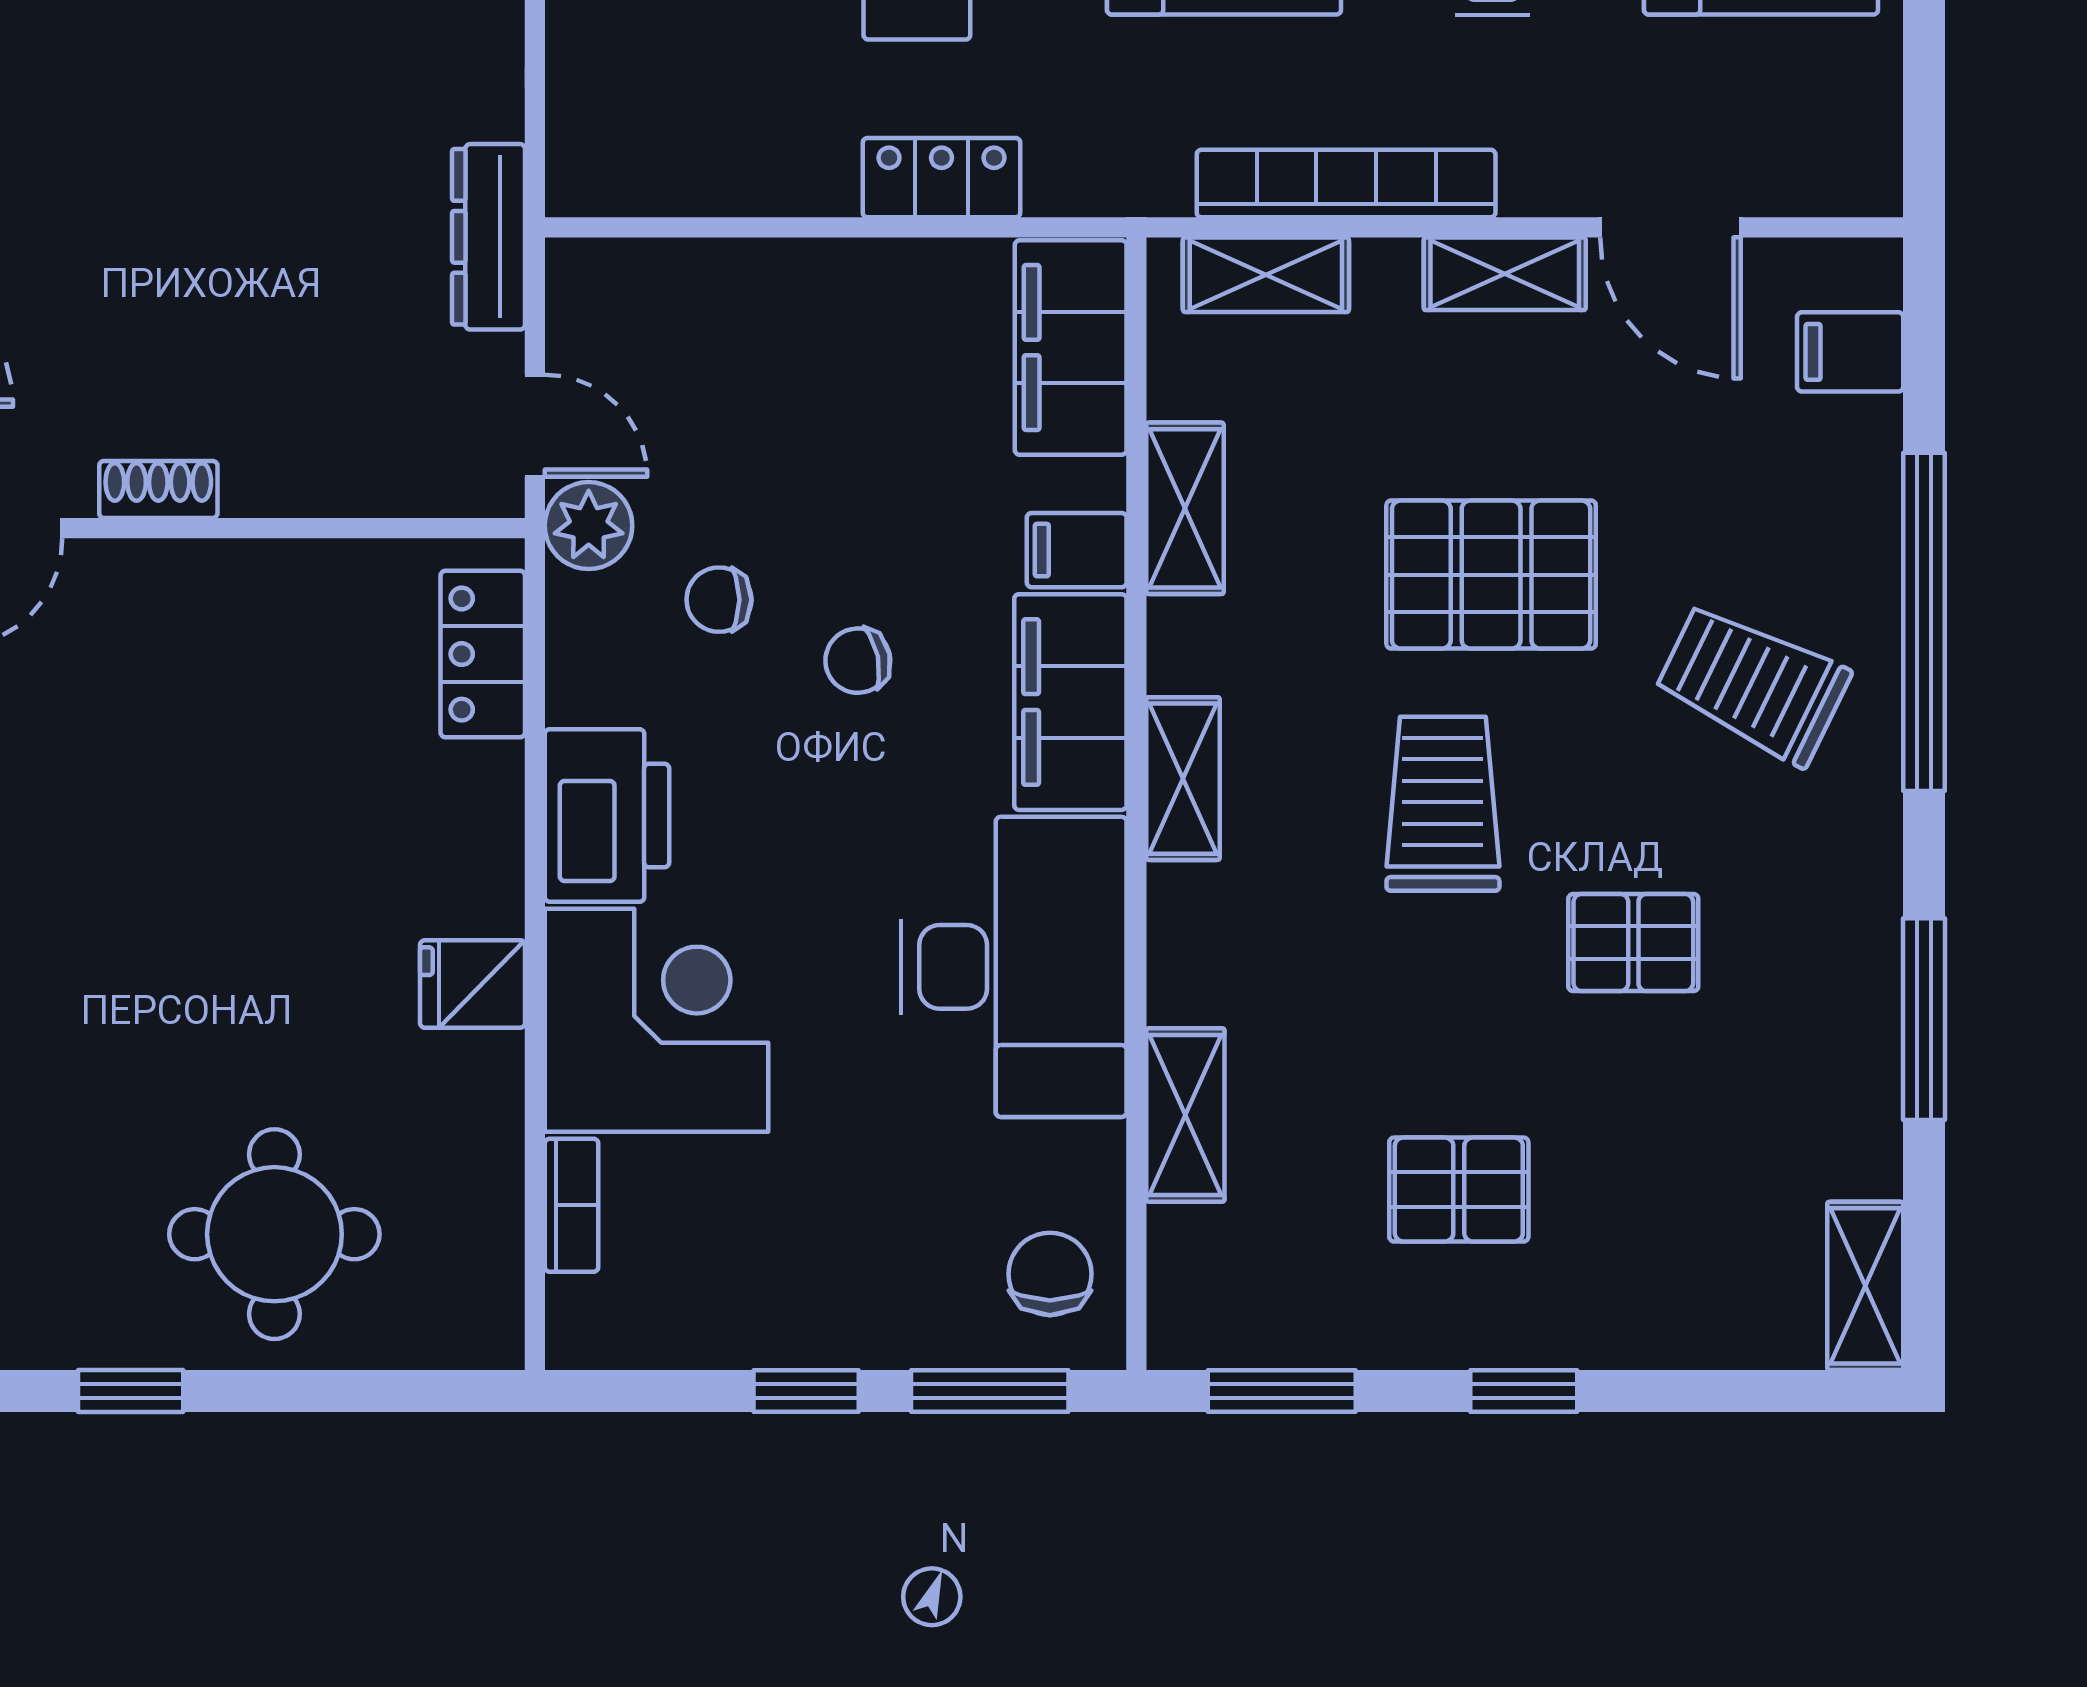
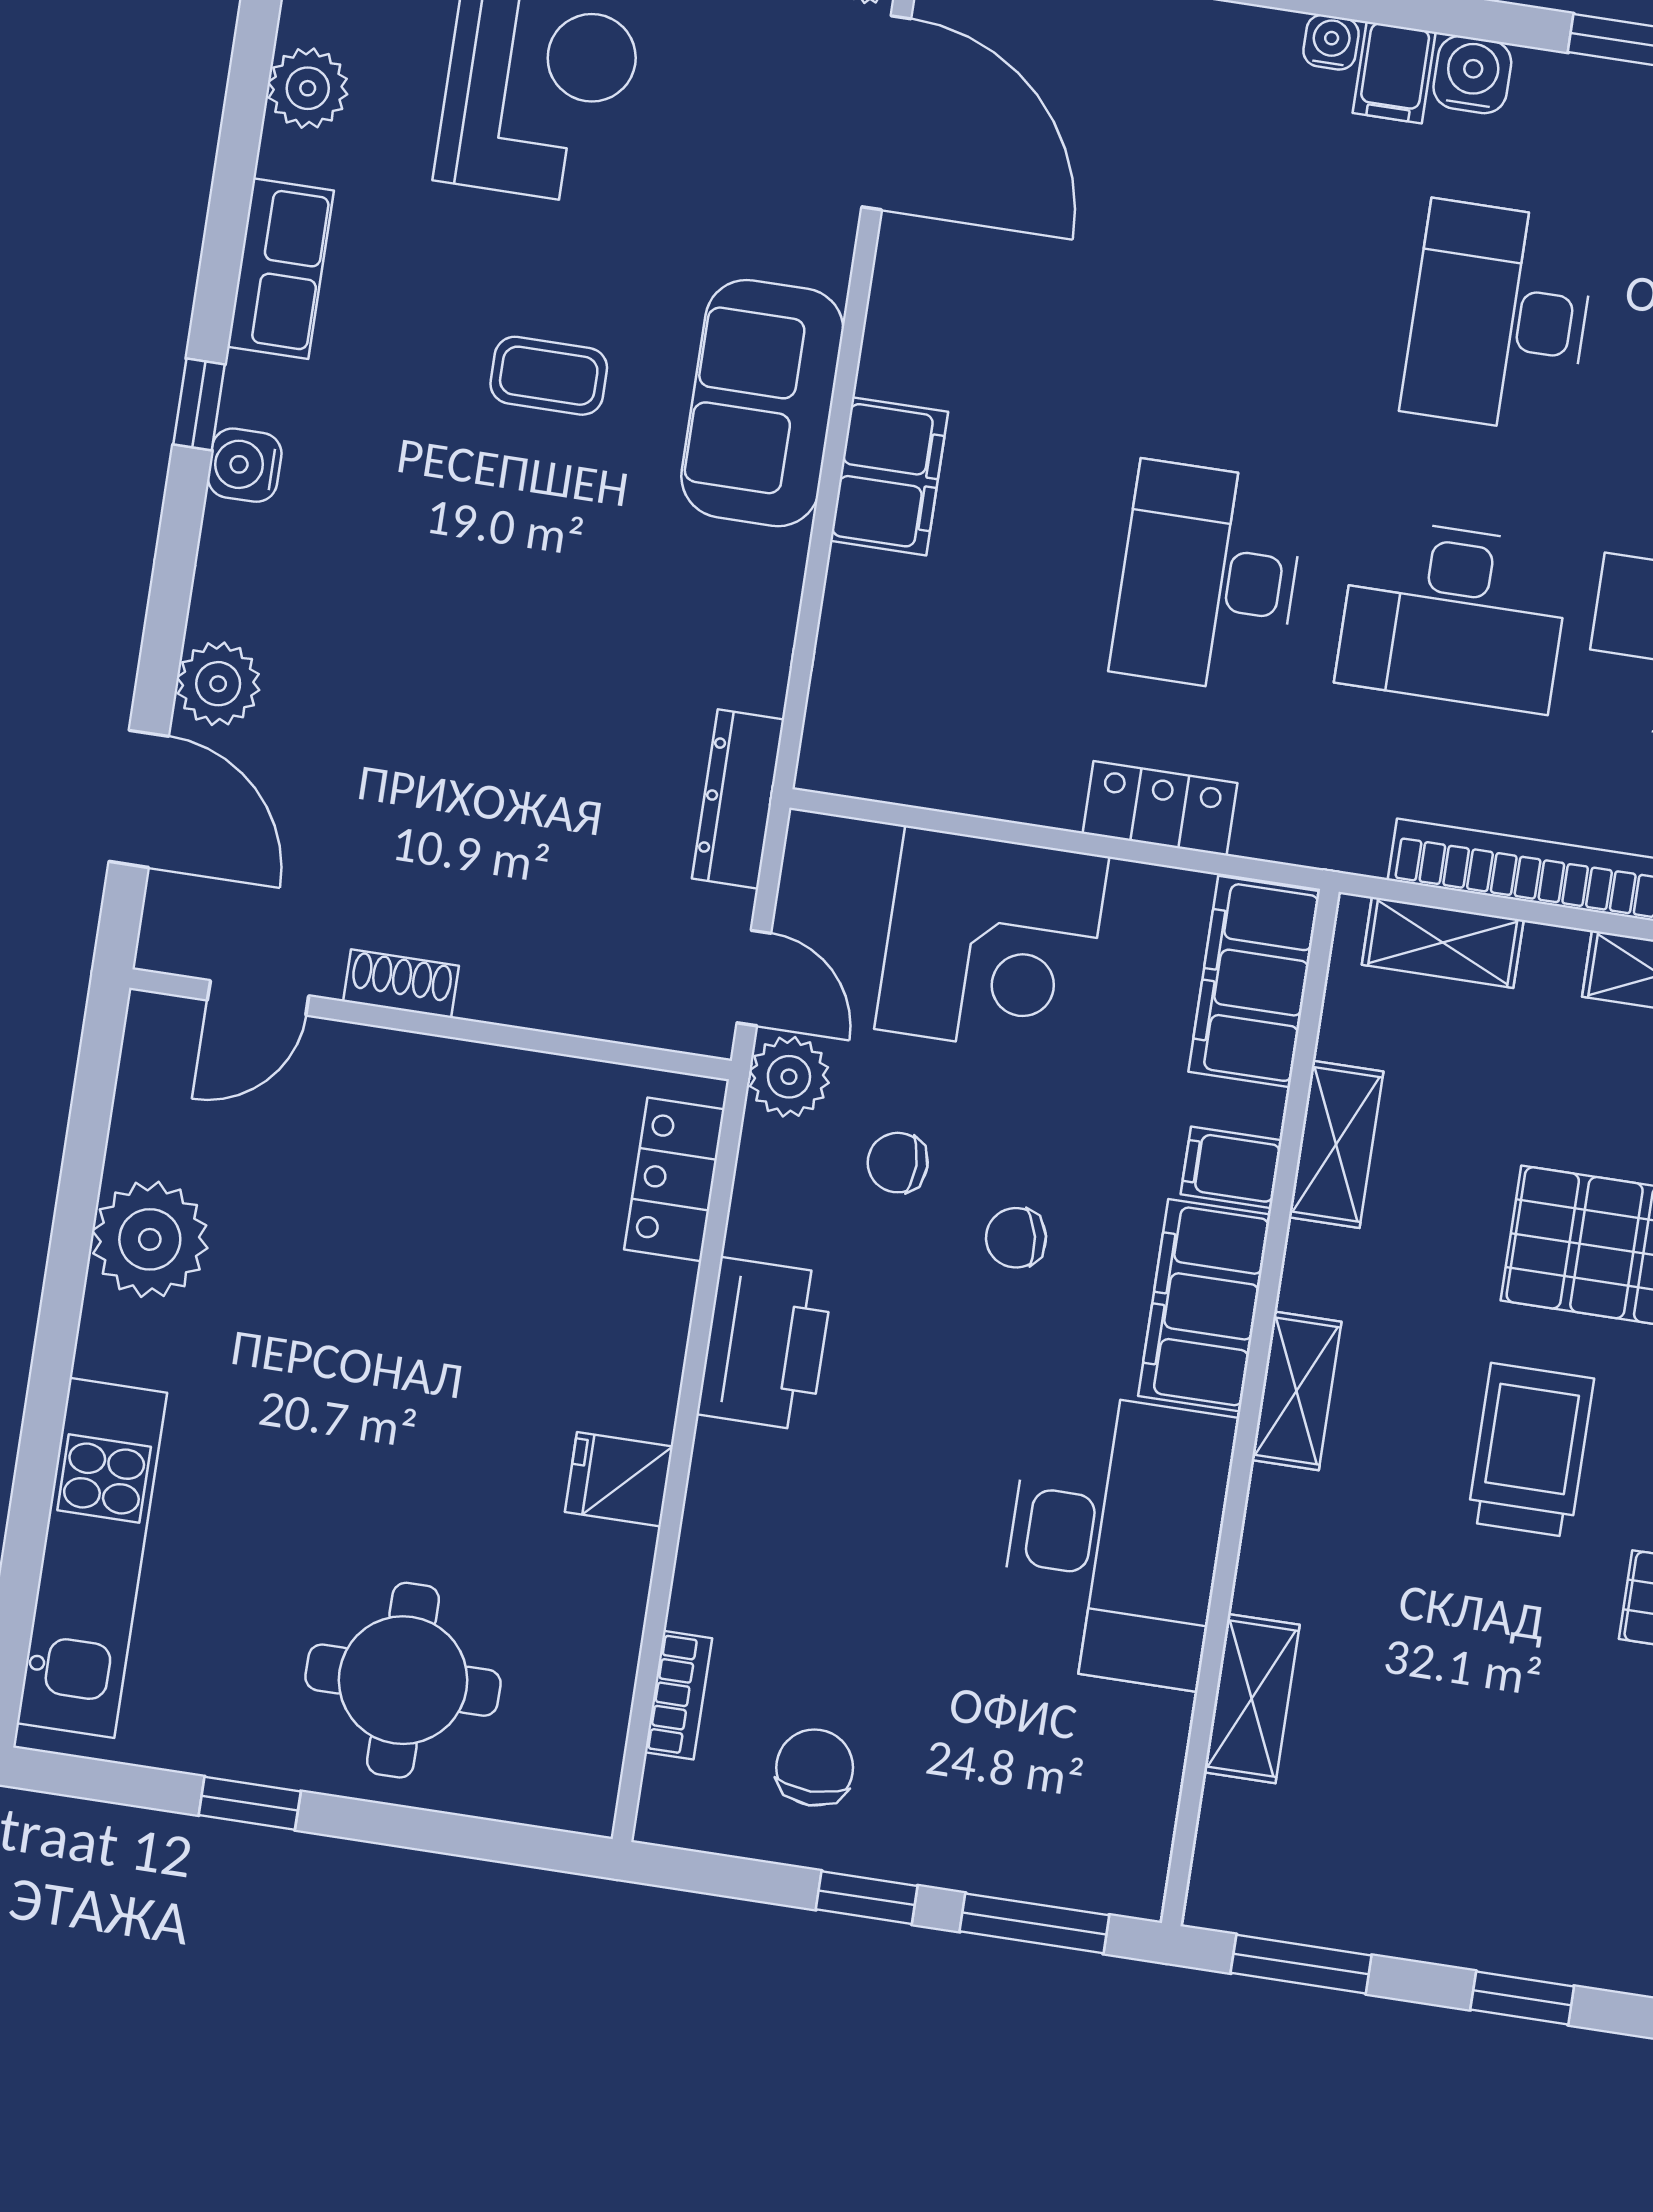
corner desk: (657, 1020) -> (992, 943), moved, turned 90
pallet: (1459, 1190) -> (1491, 1805), removed
chair: (1050, 1274) -> (815, 1768), moved

